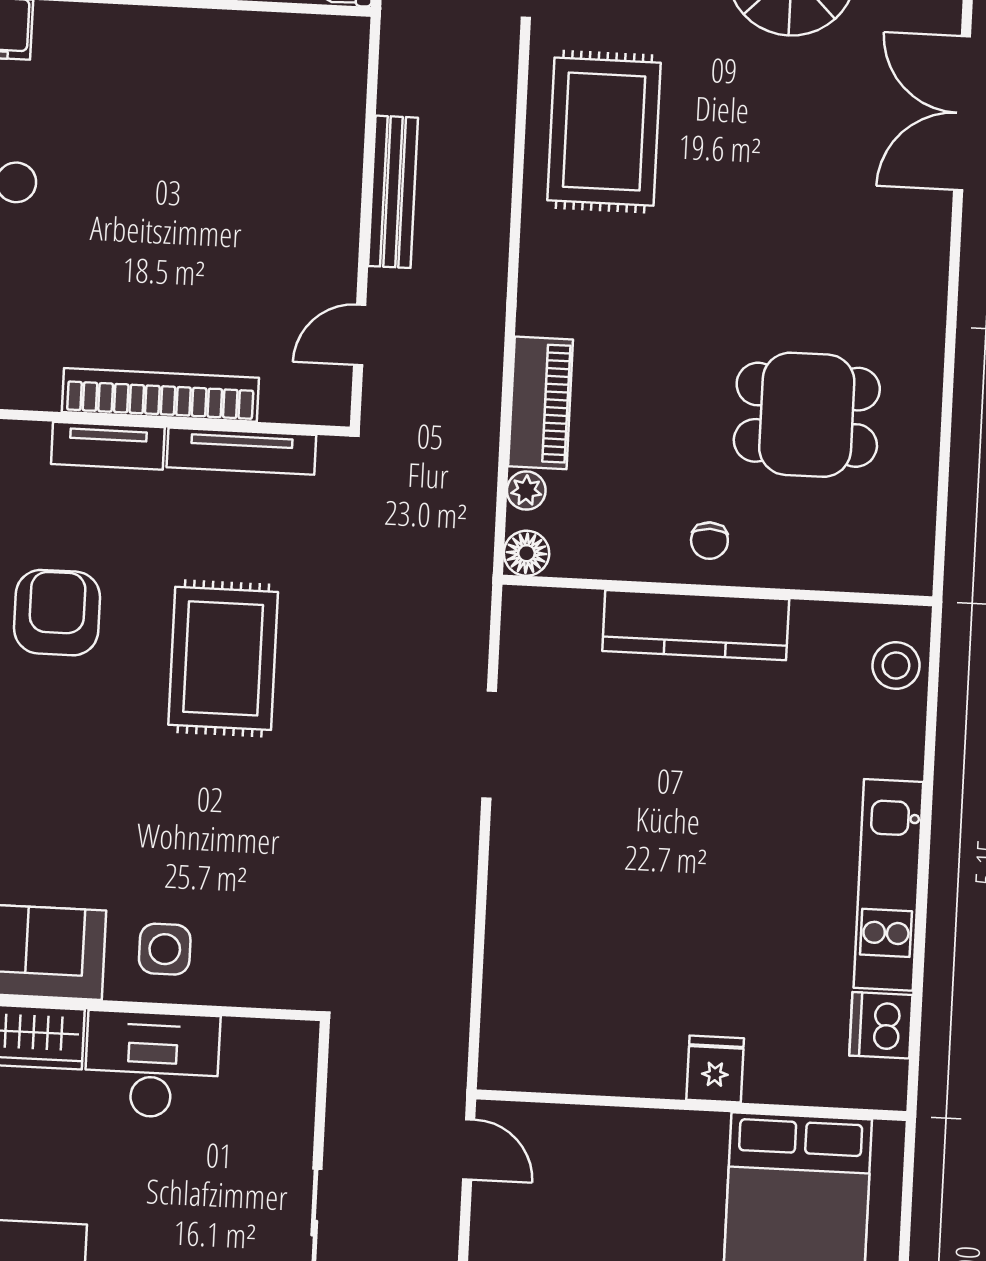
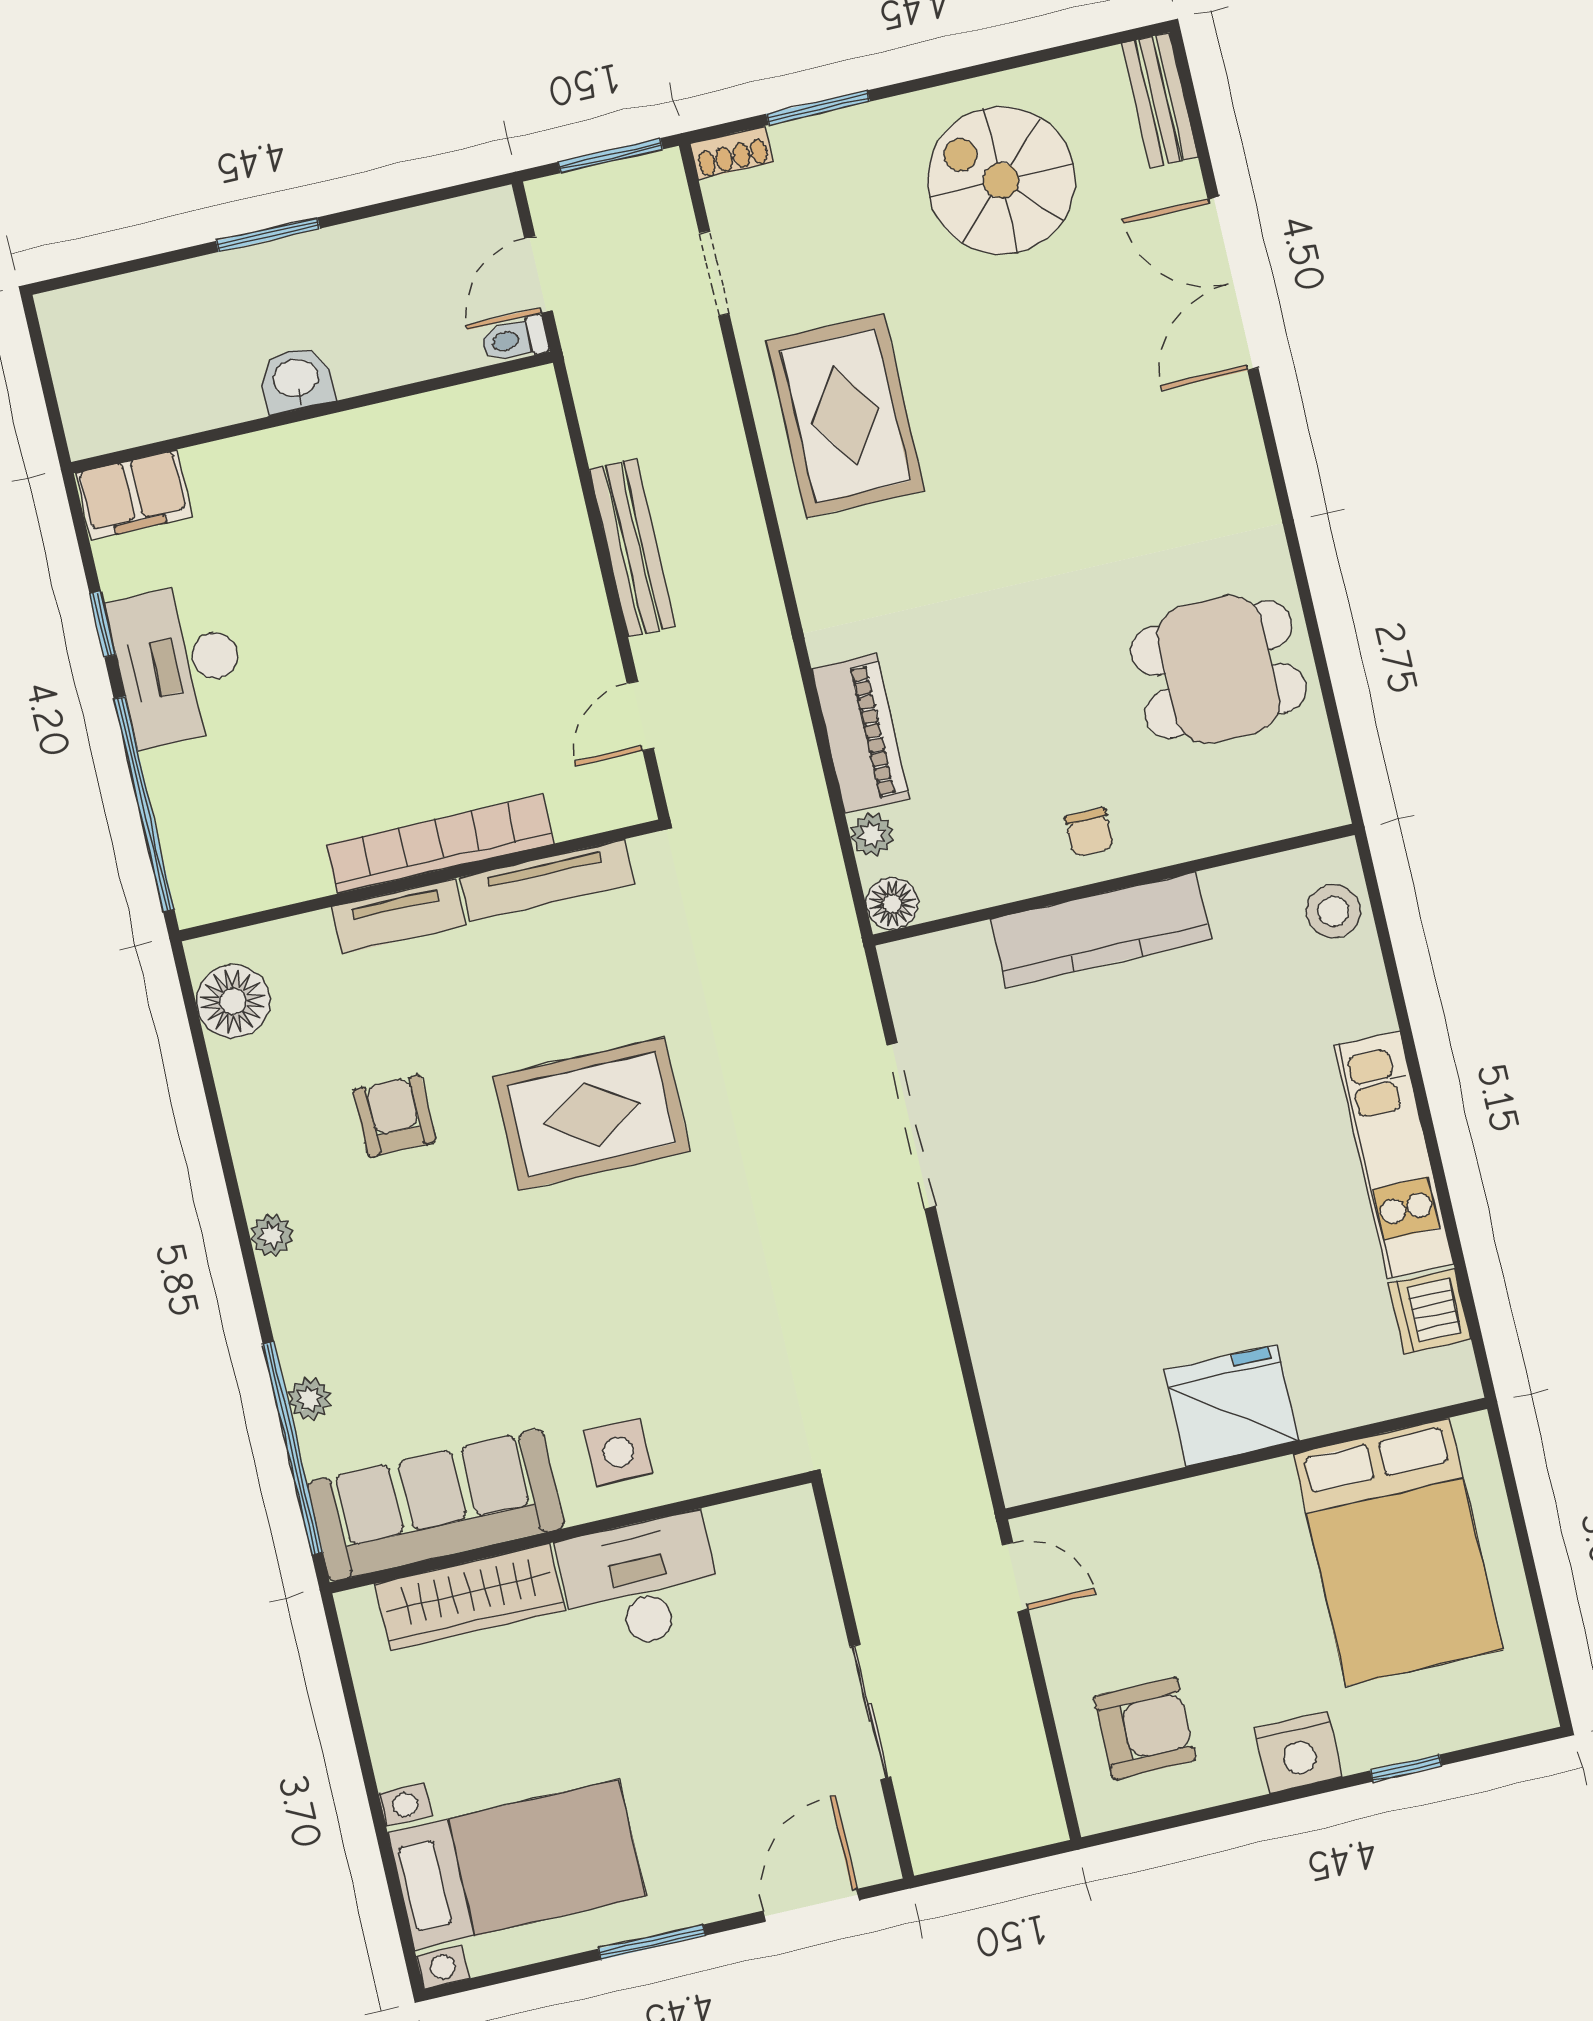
dining table: (807, 415) -> (1219, 670), moved
armchair: (57, 613) -> (395, 1116), width x0.72, depth x0.72
rug: (223, 658) -> (592, 1114), turned 90
doorway: (489, 745) -> (911, 1126), width x1.36
fridge: (715, 1069) -> (1232, 1405), width x1.88, depth x1.34

